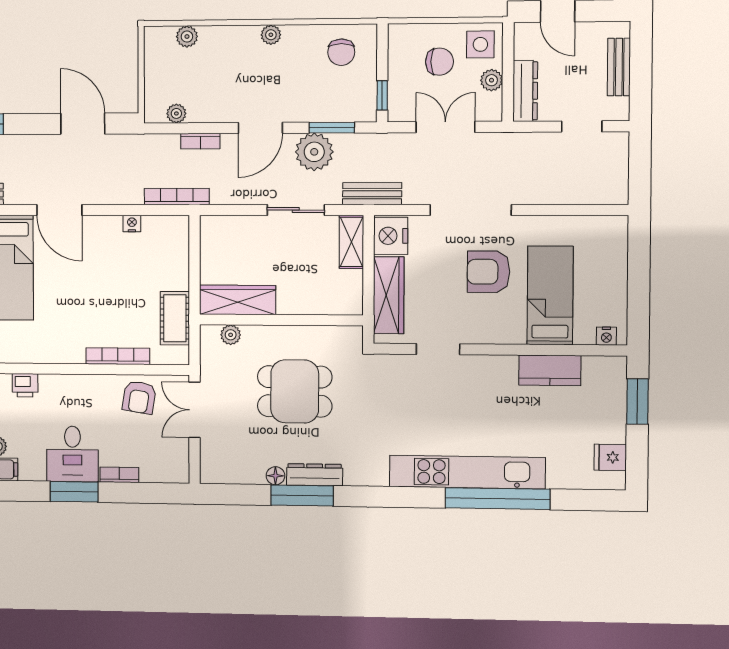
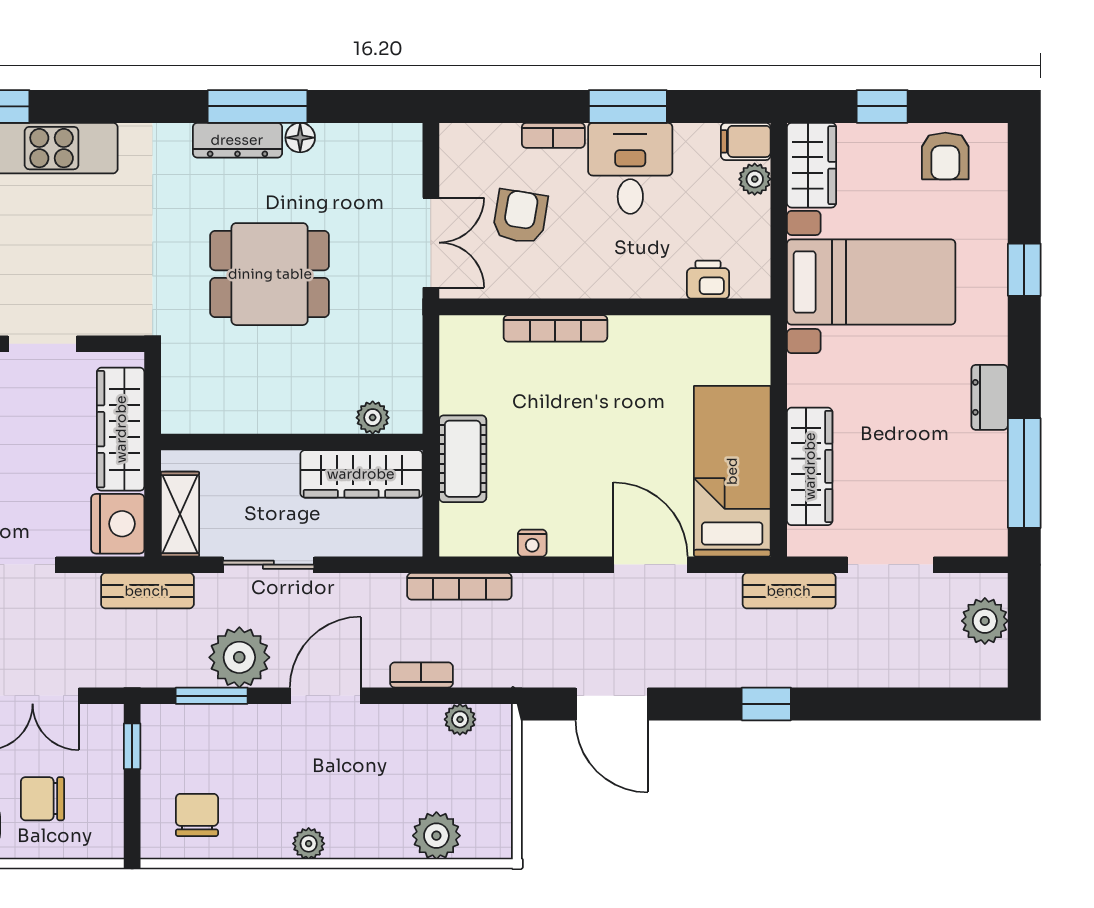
plant: (187, 37) -> (436, 836), width x1.38, depth x1.38
wardrobe: (238, 300) -> (361, 474), moved
cot: (175, 318) -> (463, 459), moved
wall: (281, 320) -> (292, 442), moved
plant: (231, 335) -> (373, 418), moved
armchair: (139, 397) -> (520, 217), moved

